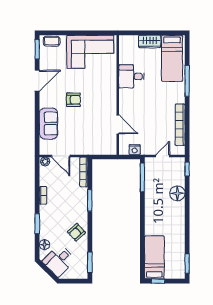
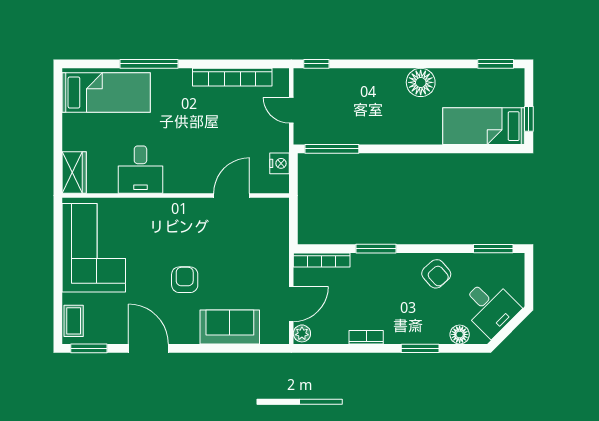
wardrobe: (150, 41) -> (74, 173), moved
floor lamp: (177, 193) -> (421, 82), moved

